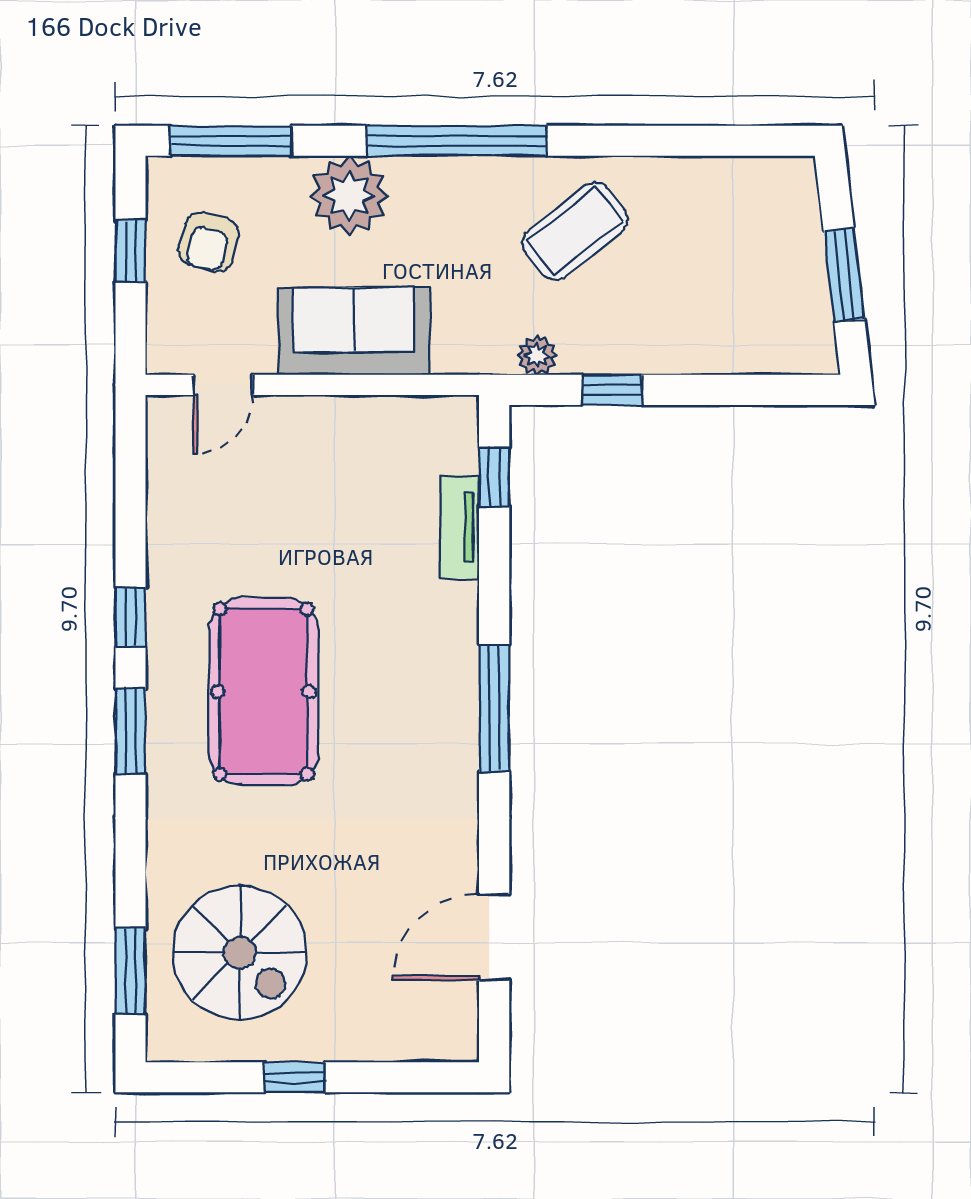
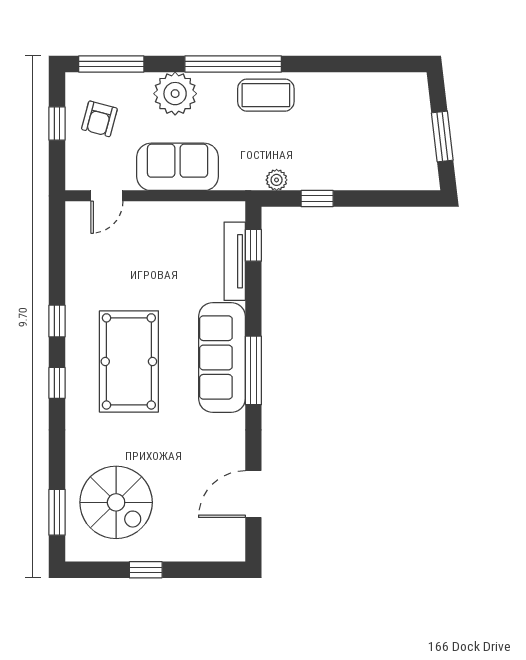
coffee table: (575, 231) -> (266, 95), moved, turned 38
tv unit: (459, 527) -> (235, 261), width x1.41
sofa: (436, 684) -> (222, 357), added
window: (130, 731) -> (57, 383), width x0.67

